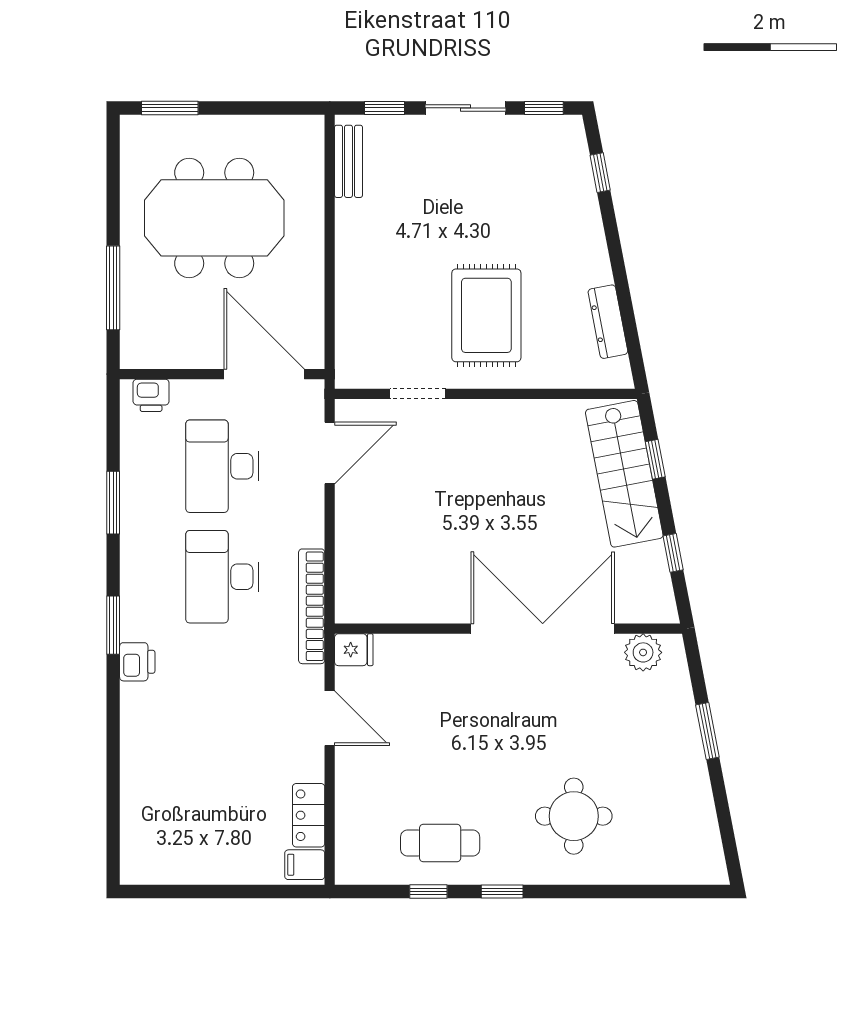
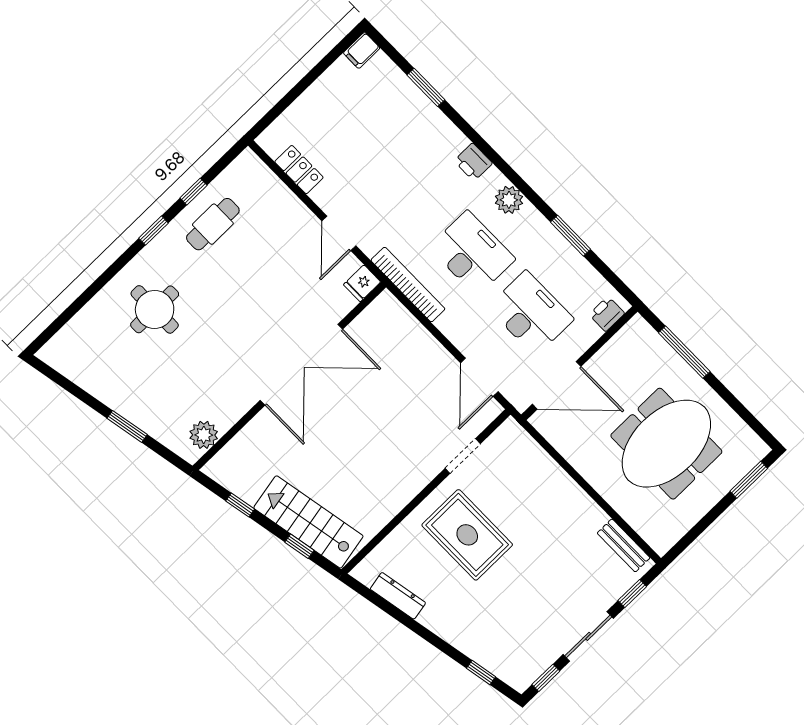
plant: (138, 593) -> (509, 200), added
window: (113, 625) -> (426, 87), moved
double door: (543, 629) -> (301, 365), moved
door: (330, 718) -> (339, 233), hinge flipped
filing cabinet: (305, 865) -> (362, 50), moved, turned 180

